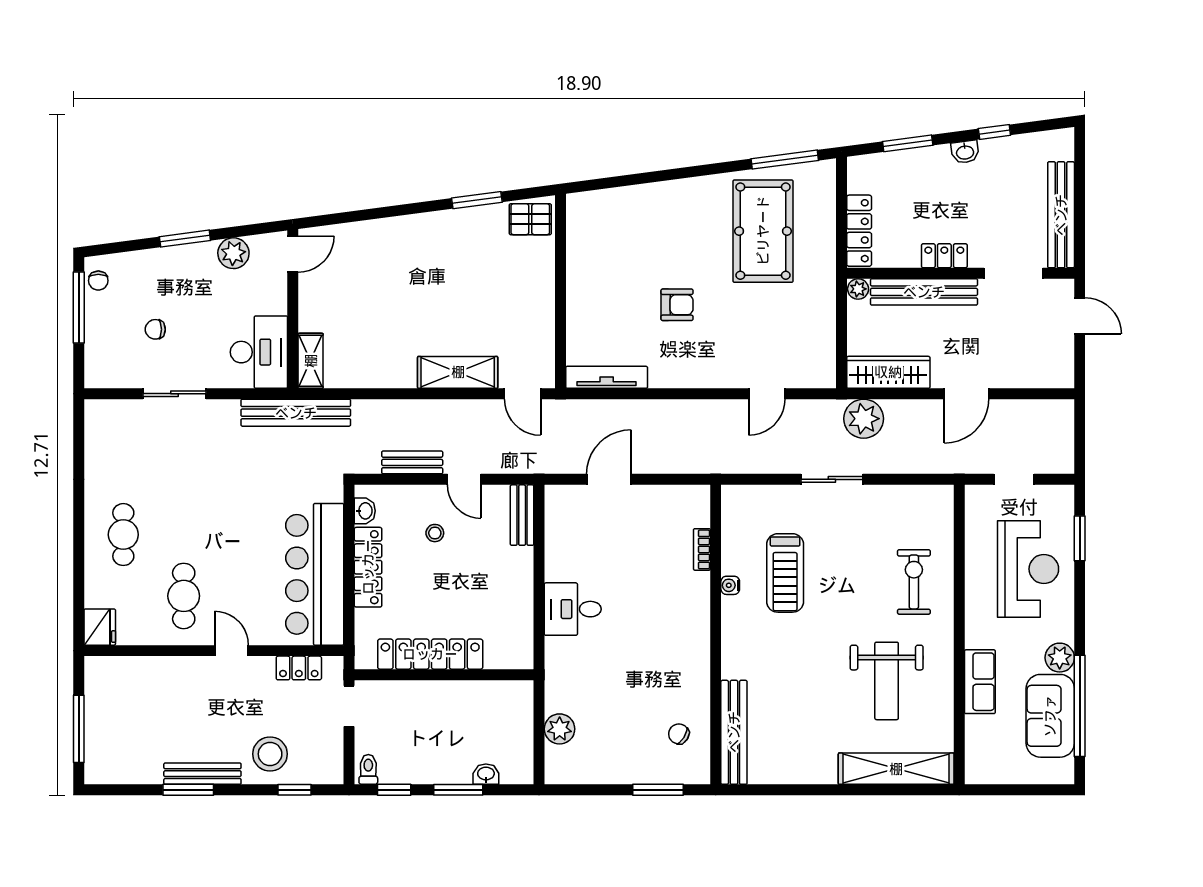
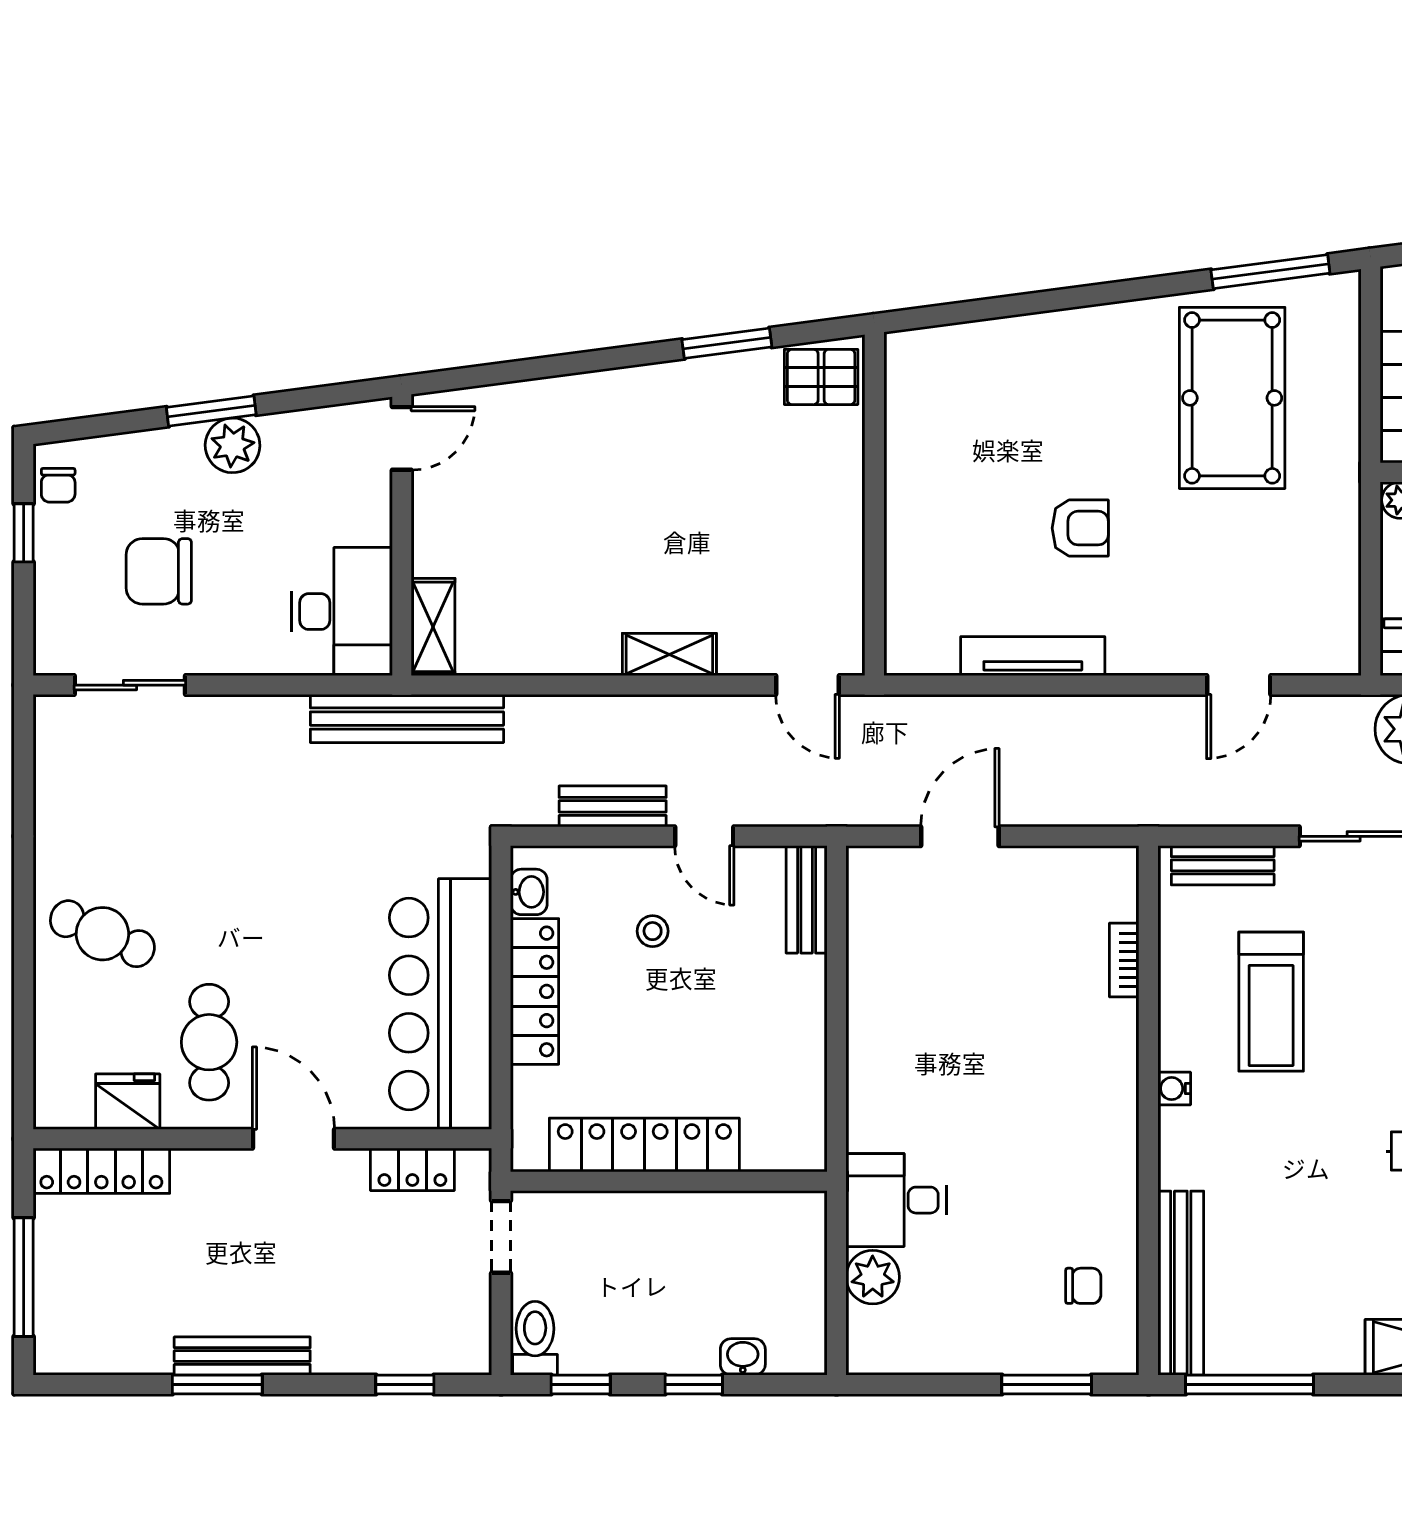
plant: (233, 253) -> (233, 445), moved
window: (79, 308) -> (24, 533), width x0.46
chair: (155, 329) -> (159, 571), width x1.87, depth x1.87
shelving: (458, 372) -> (669, 654), width x0.67, depth x0.75
tv unit: (607, 377) -> (1033, 656), moved
sliding door: (175, 394) -> (130, 685), moved
bench: (758, 496) -> (1223, 865), added
cafe table: (123, 535) -> (102, 934), turned -67
water cooler: (730, 585) -> (1174, 1089), moved
desk: (573, 609) -> (896, 1200), moved
fridge: (100, 627) -> (128, 1102), moved, turned -90
door: (232, 651) -> (294, 1139), width x1.38
locker: (123, 669) -> (101, 1171), added
chair: (679, 734) -> (1083, 1286), turned 148
stool: (270, 754) -> (362, 1321), removed
toilet: (368, 769) -> (535, 1338), width x1.37, depth x1.39
window: (458, 790) -> (694, 1385), width x0.67
window: (773, 790) -> (1249, 1385), added

